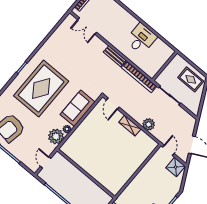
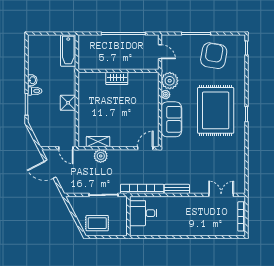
desk: (141, 39) -> (143, 213), moved, turned 90
door: (113, 104) -> (145, 148), hinge flipped
shelving: (130, 126) -> (98, 142), moved
shower: (176, 167) -> (68, 103), moved
wardrobe: (92, 169) -> (117, 78), added

